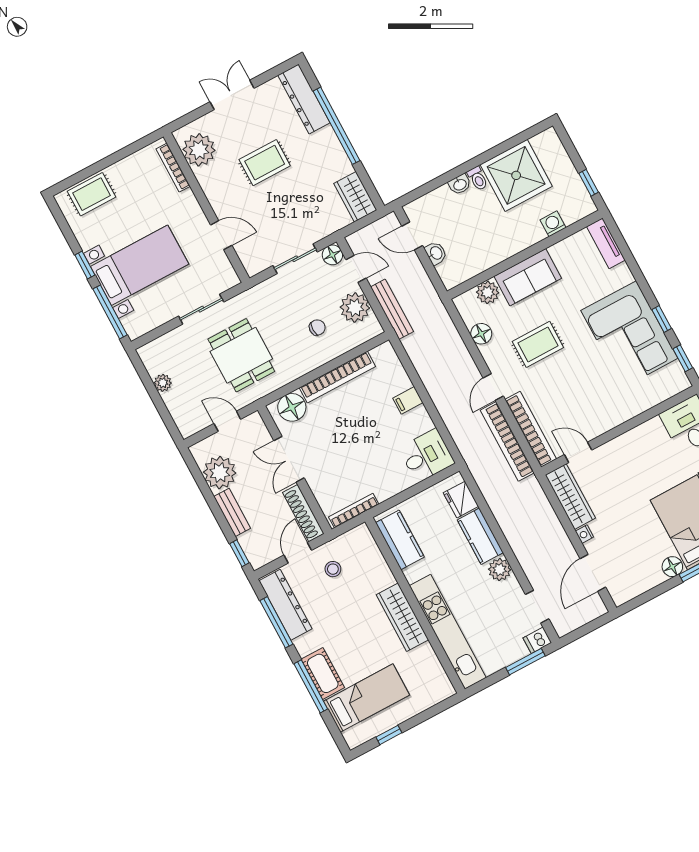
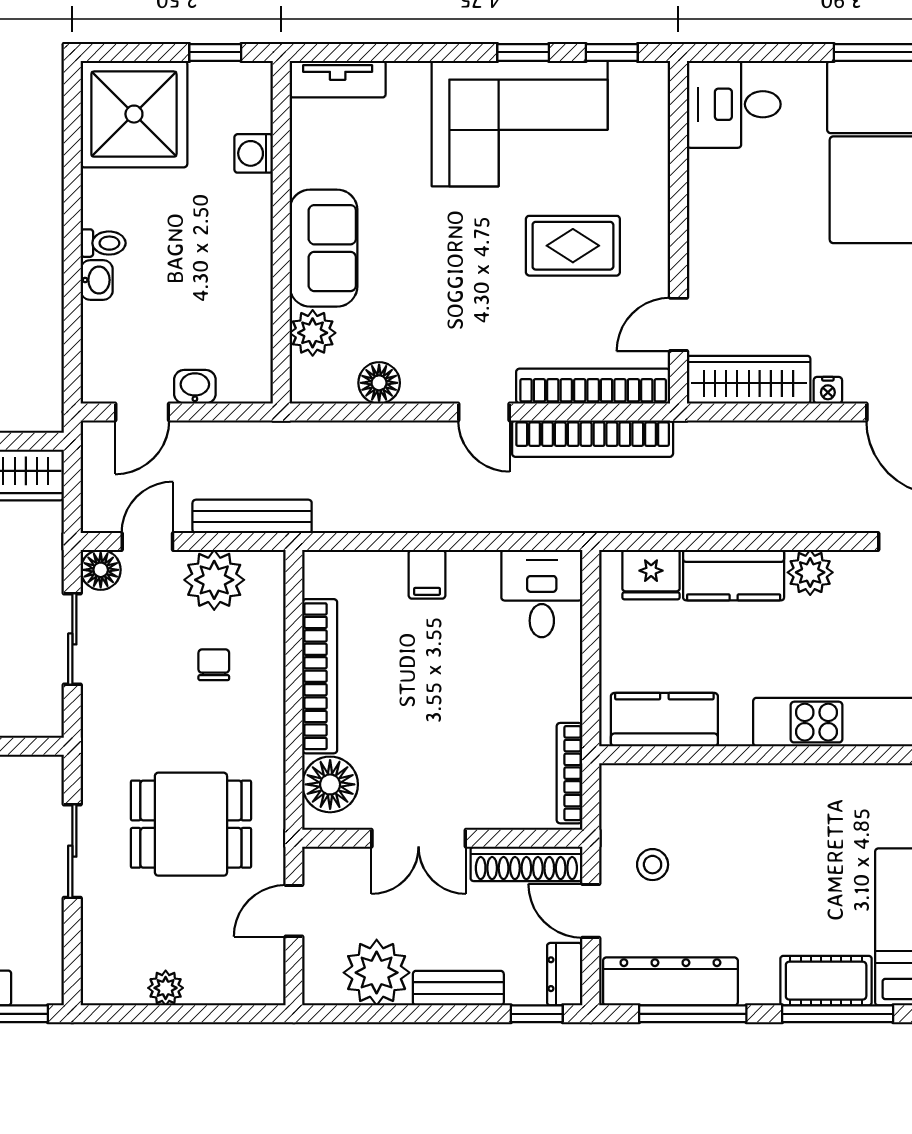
shower: (516, 175) -> (134, 114), moved
rug: (538, 344) -> (573, 246), moved, turned 90
dresser: (264, 556) -> (565, 974), added
wardrobe: (402, 617) -> (802, 788), removed

